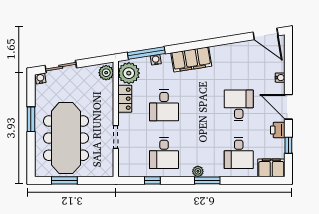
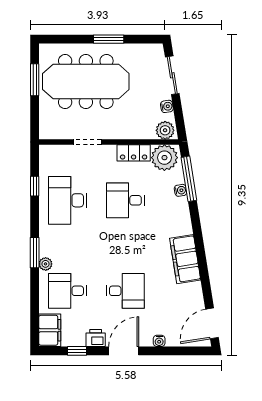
filing cabinet: (191, 59) -> (185, 259), moved
water cooler: (40, 79) -> (167, 106), moved
desk: (164, 153) -> (68, 200), width x1.37
plant: (198, 171) -> (46, 264), moved

